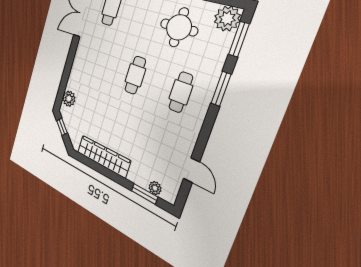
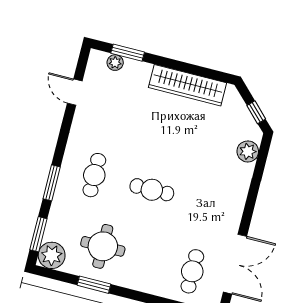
cafe table: (135, 75) -> (152, 190), turned 90

